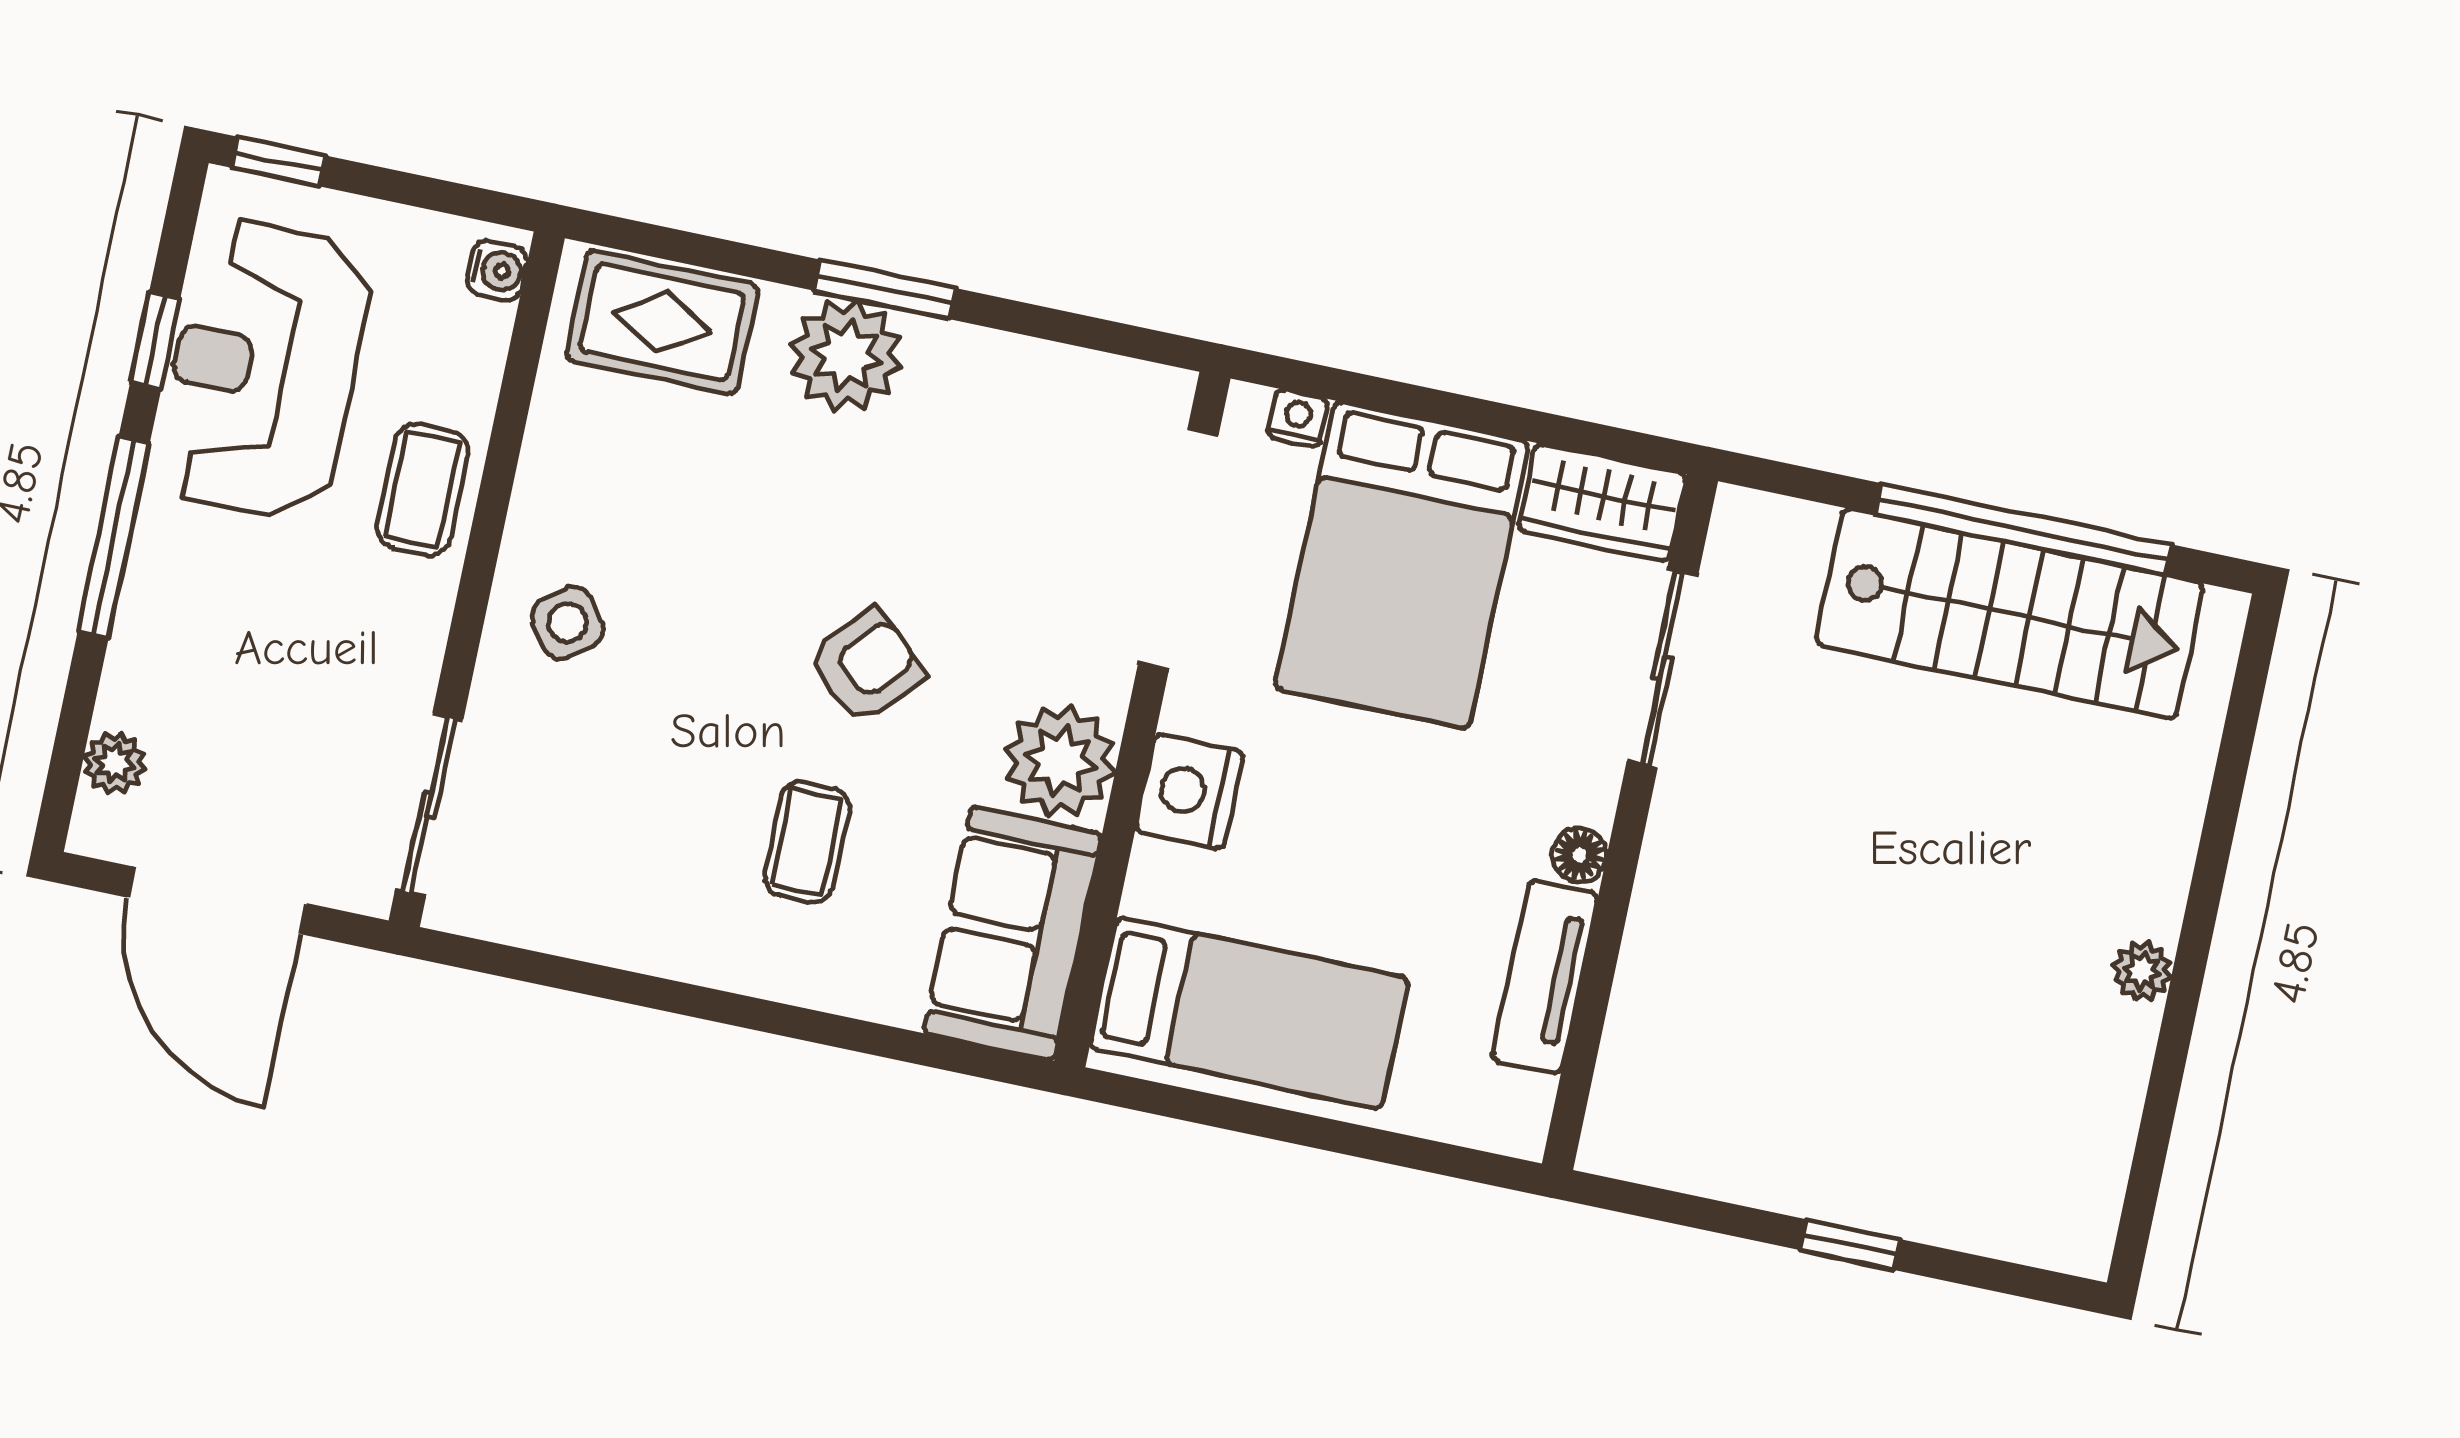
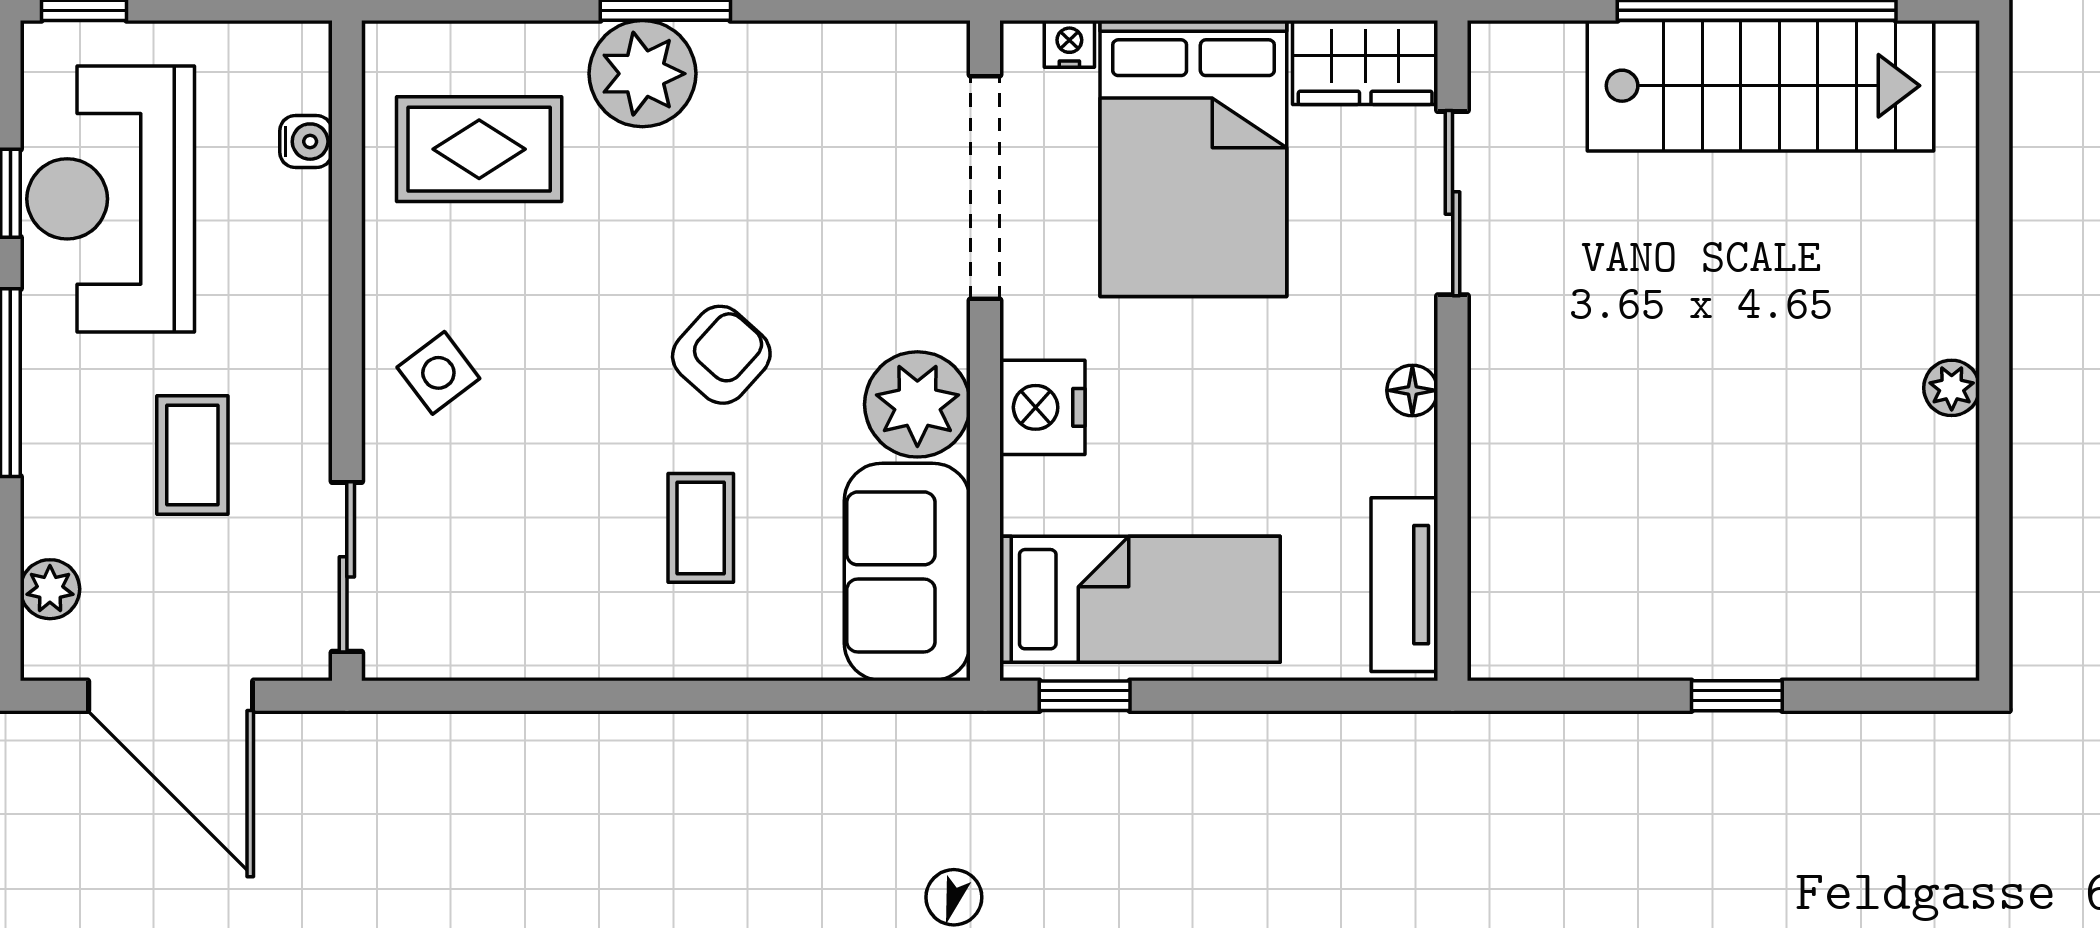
water cooler: (497, 270) -> (306, 142), moved
rug: (662, 322) -> (479, 149), moved
coffee table: (422, 490) -> (192, 455), moved
tv unit: (1545, 977) -> (1404, 585), moved
window: (1170, 1101) -> (1085, 696), added

